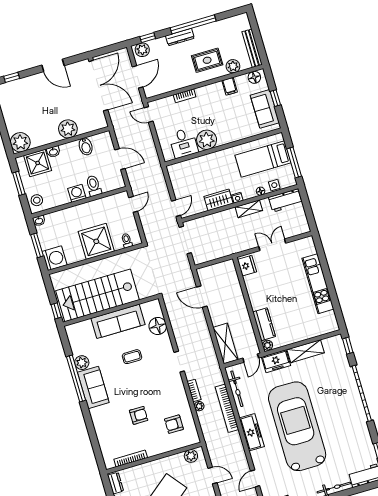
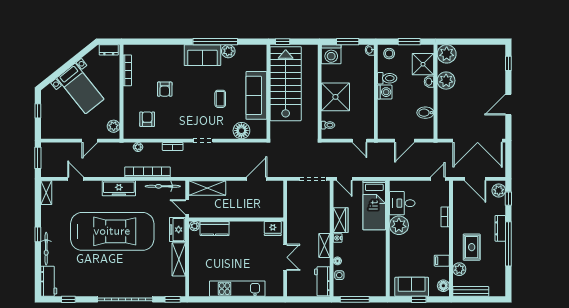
plant: (68, 129) -> (446, 81), moved
bed: (263, 159) -> (374, 205), moved, turned 180
toilet: (94, 186) -> (387, 78), moved
plant: (199, 406) -> (138, 147), moved

